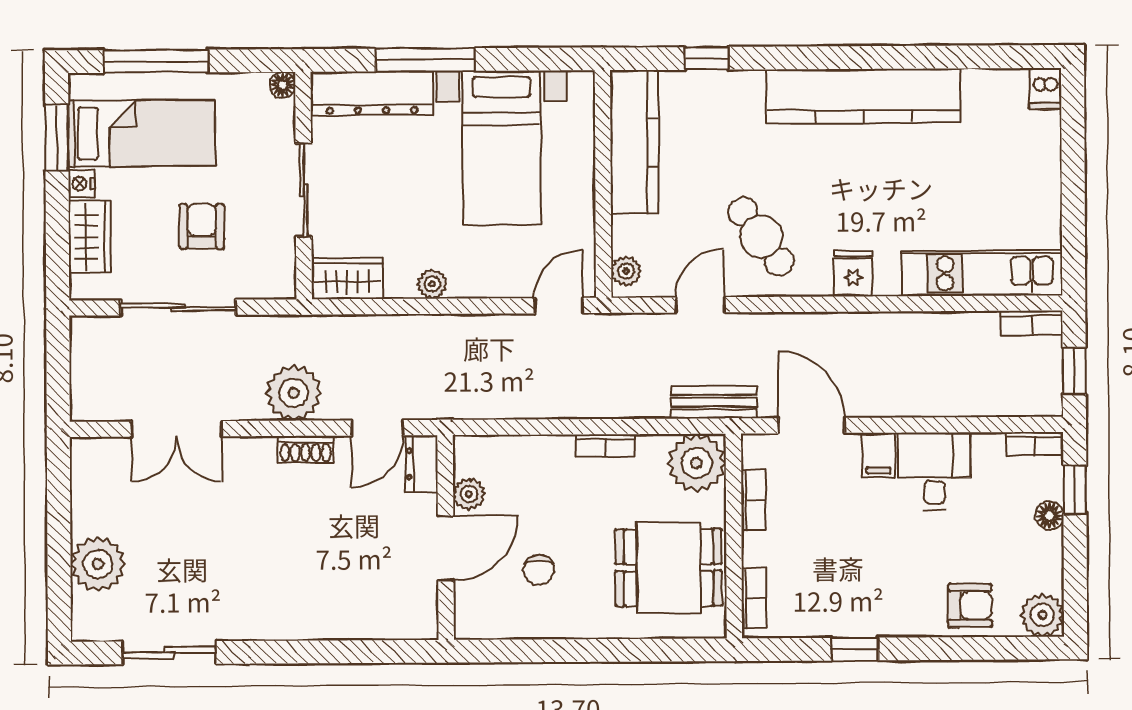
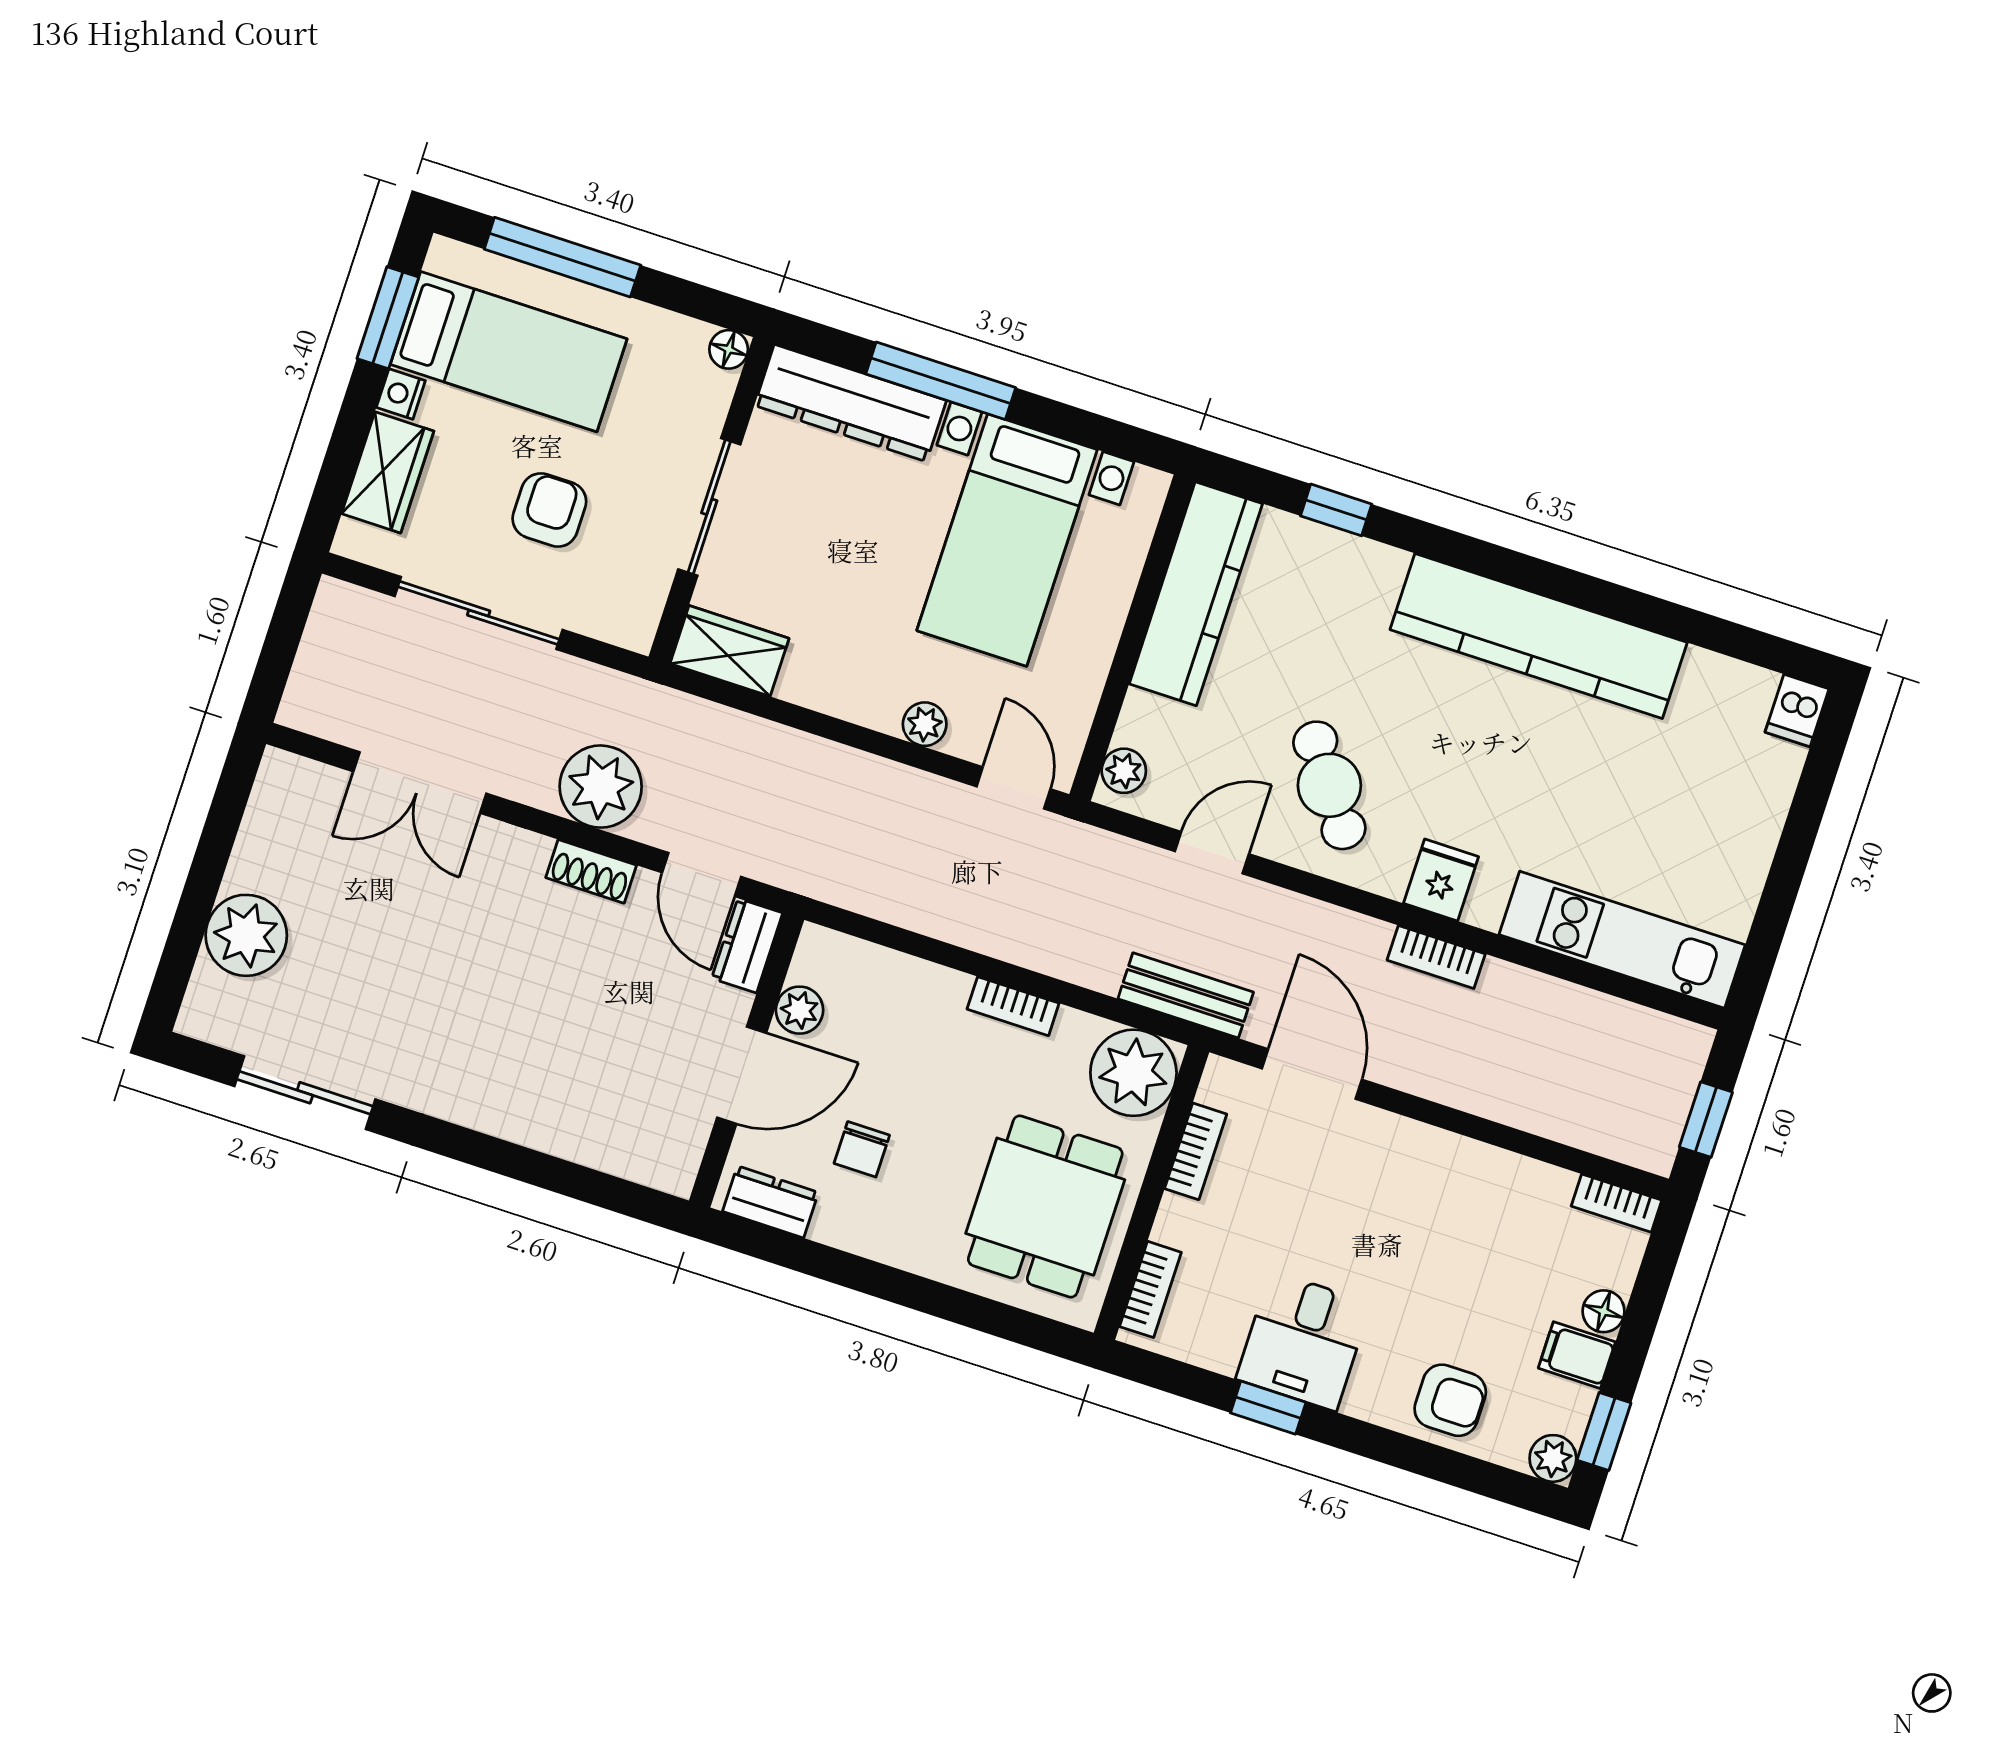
plant: (432, 284) -> (925, 724), moved
door: (559, 306) -> (1013, 788), hinge flipped
bookcase: (1032, 323) -> (1436, 957), moved
door: (377, 428) -> (702, 875), hinge flipped
filing cabinet: (879, 455) -> (1577, 1355), moved, turned 90
desk: (934, 471) -> (1303, 1341), moved, turned 180
window: (1075, 490) -> (1604, 1432), moved
dining table: (669, 568) -> (1045, 1207), turned 90
plant: (1042, 615) -> (1553, 1458), width x0.73, depth x0.73
dresser: (491, 623) -> (770, 1202), added

